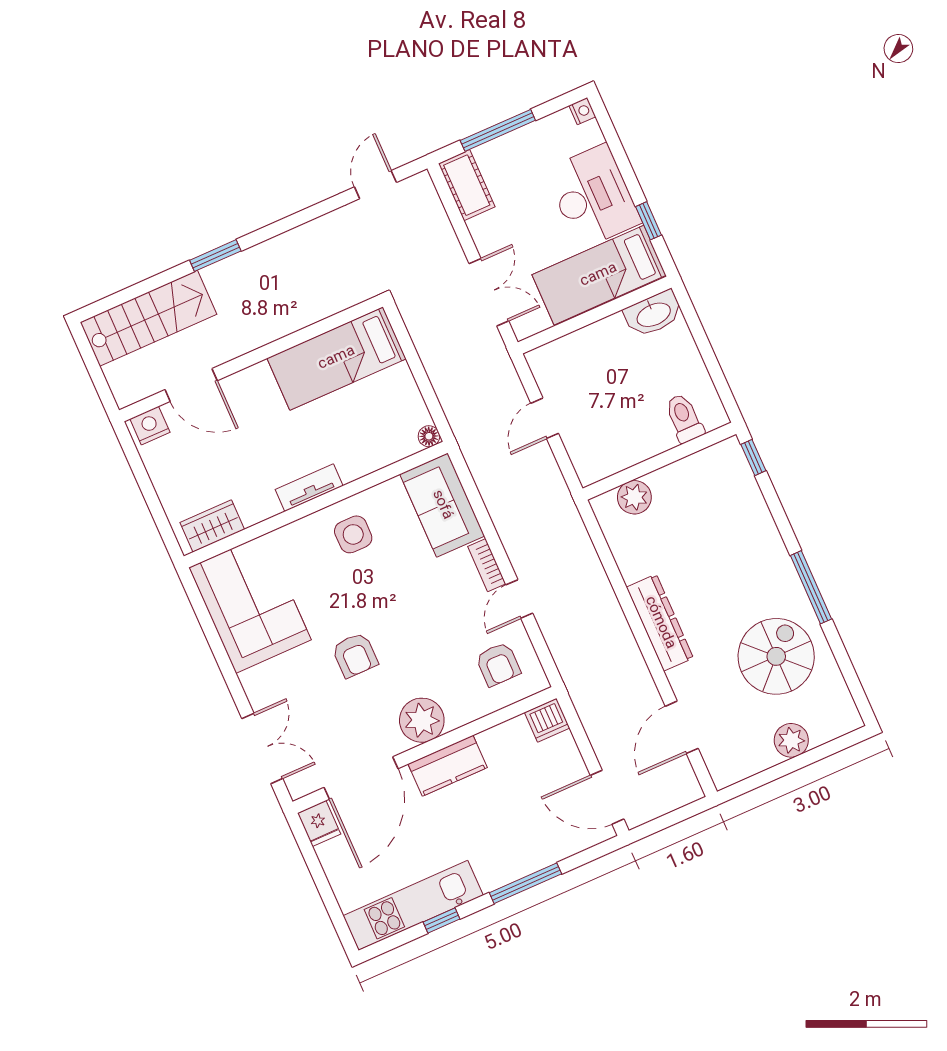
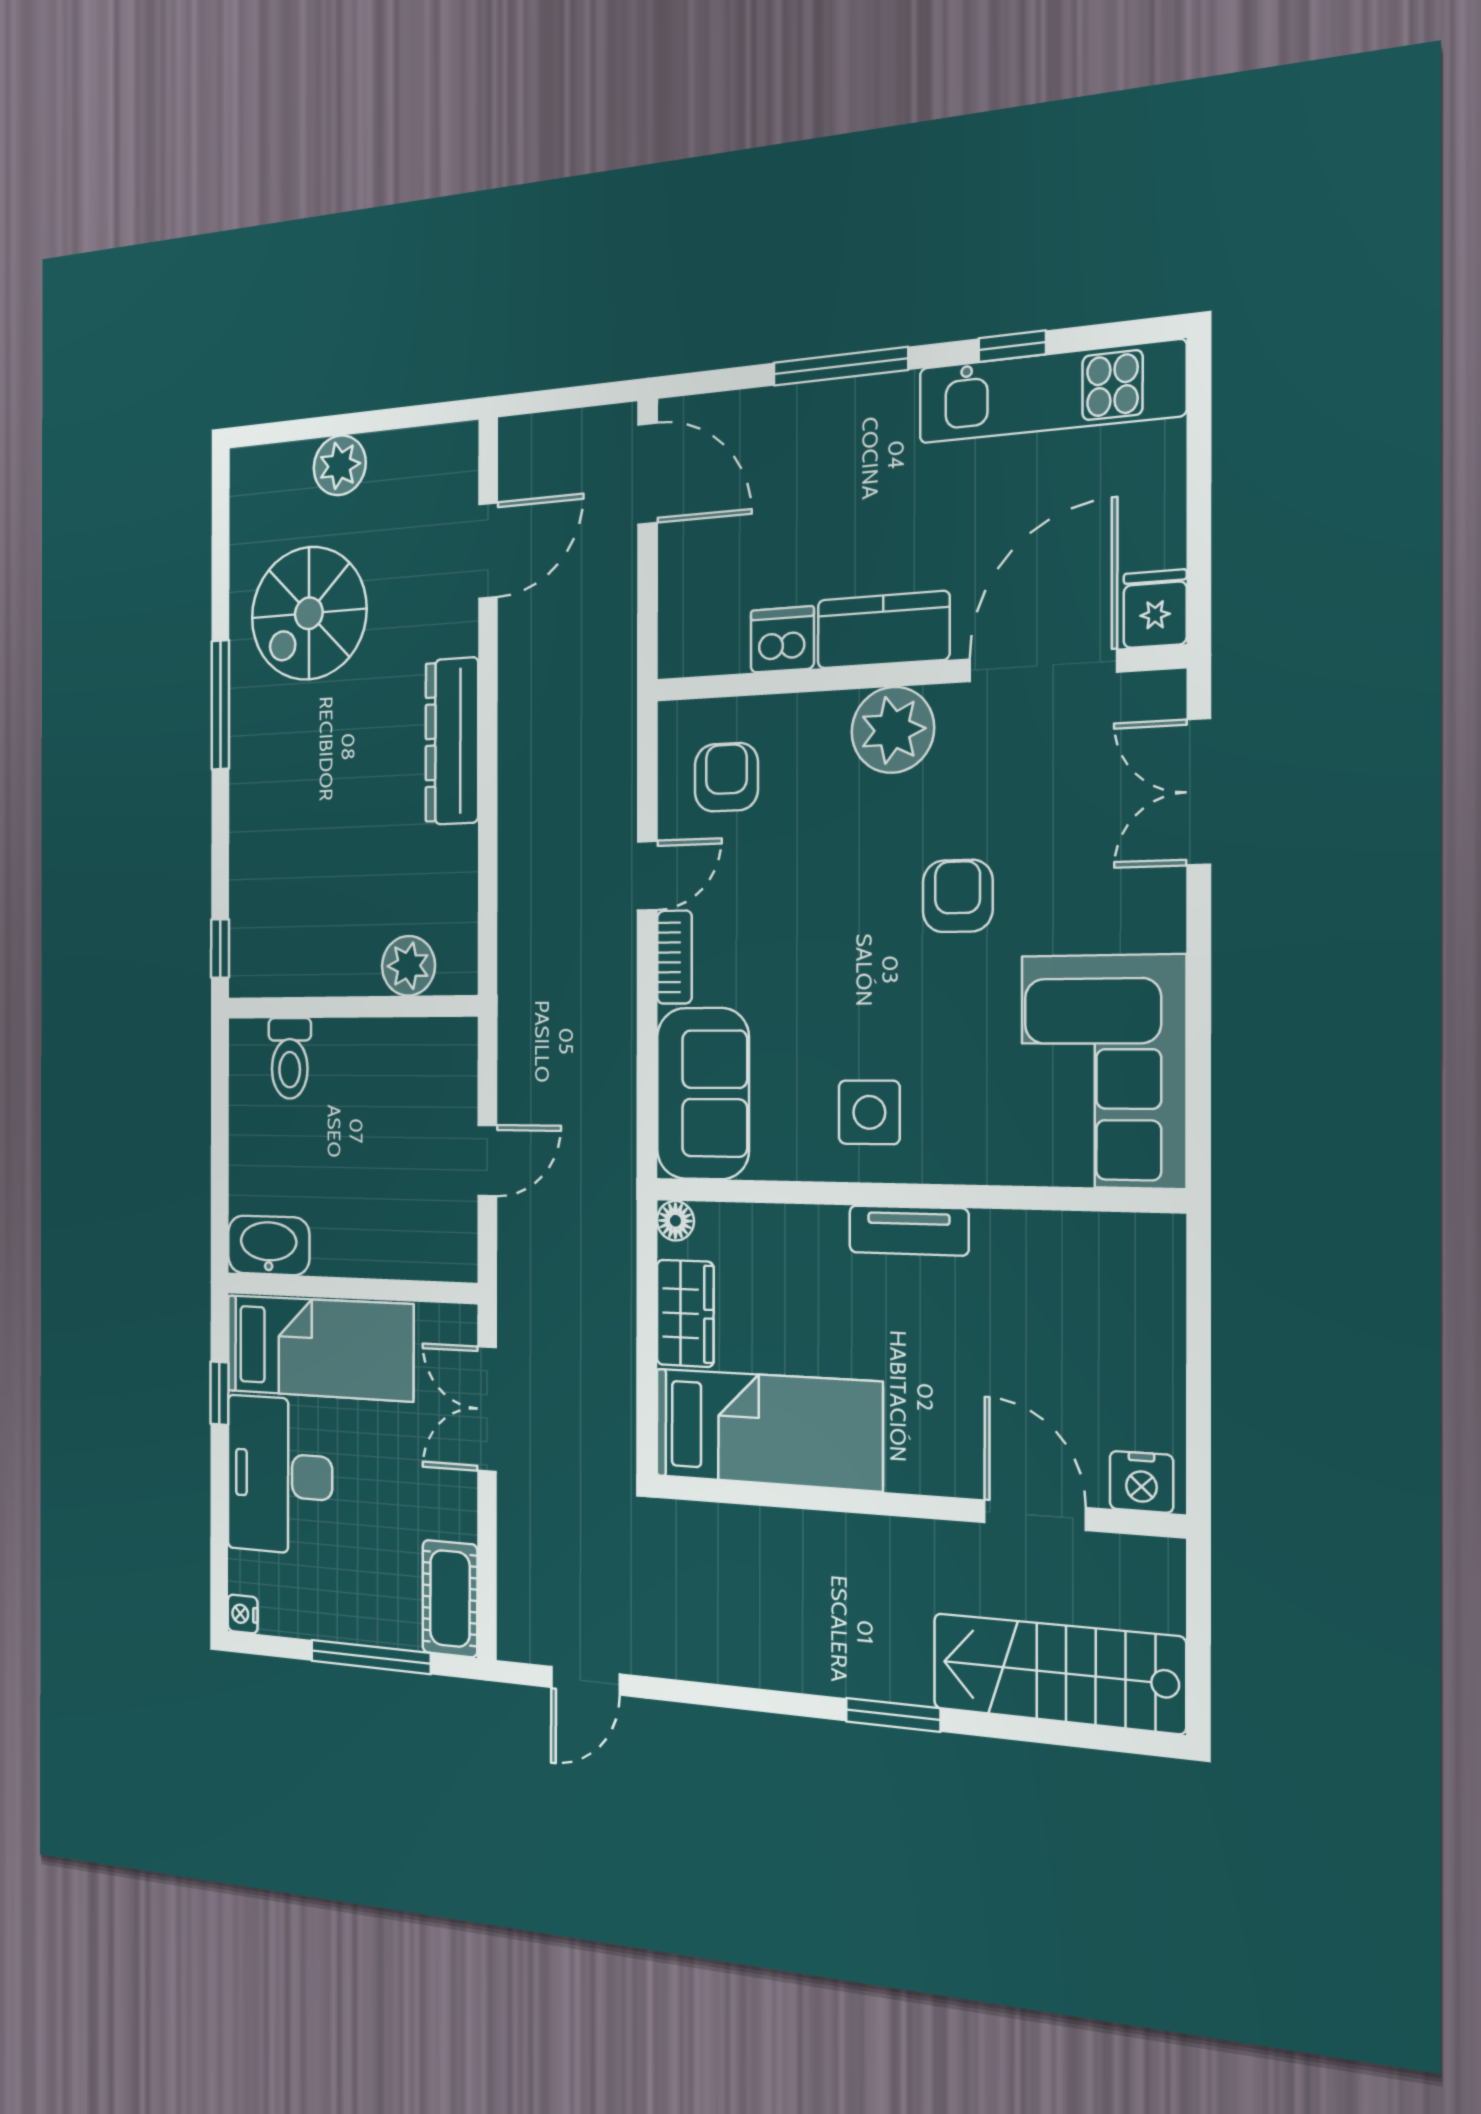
wardrobe: (212, 526) -> (685, 1313), moved, turned -90
dishwasher: (547, 720) -> (782, 639), moved

